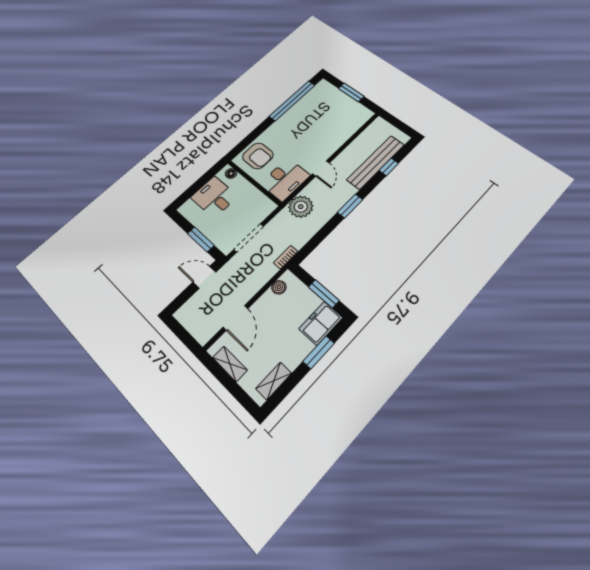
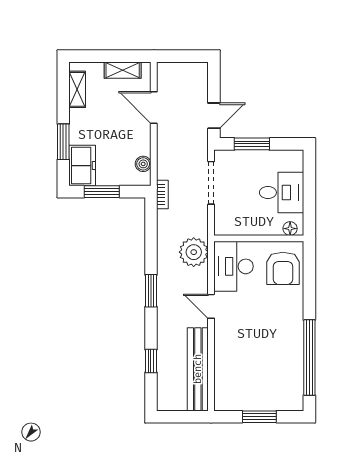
armchair: (258, 156) -> (283, 268), turned -90
bench: (376, 162) -> (198, 369), moved

